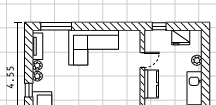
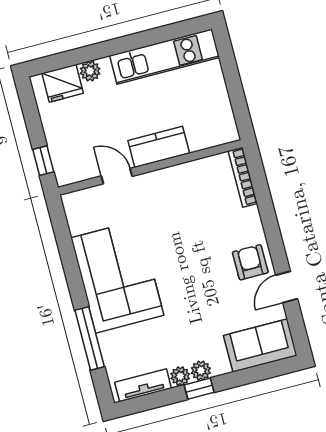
window: (56, 26) -> (90, 338), moved
fridge: (181, 37) -> (63, 83), moved, turned 90
window: (29, 90) -> (199, 389), moved

